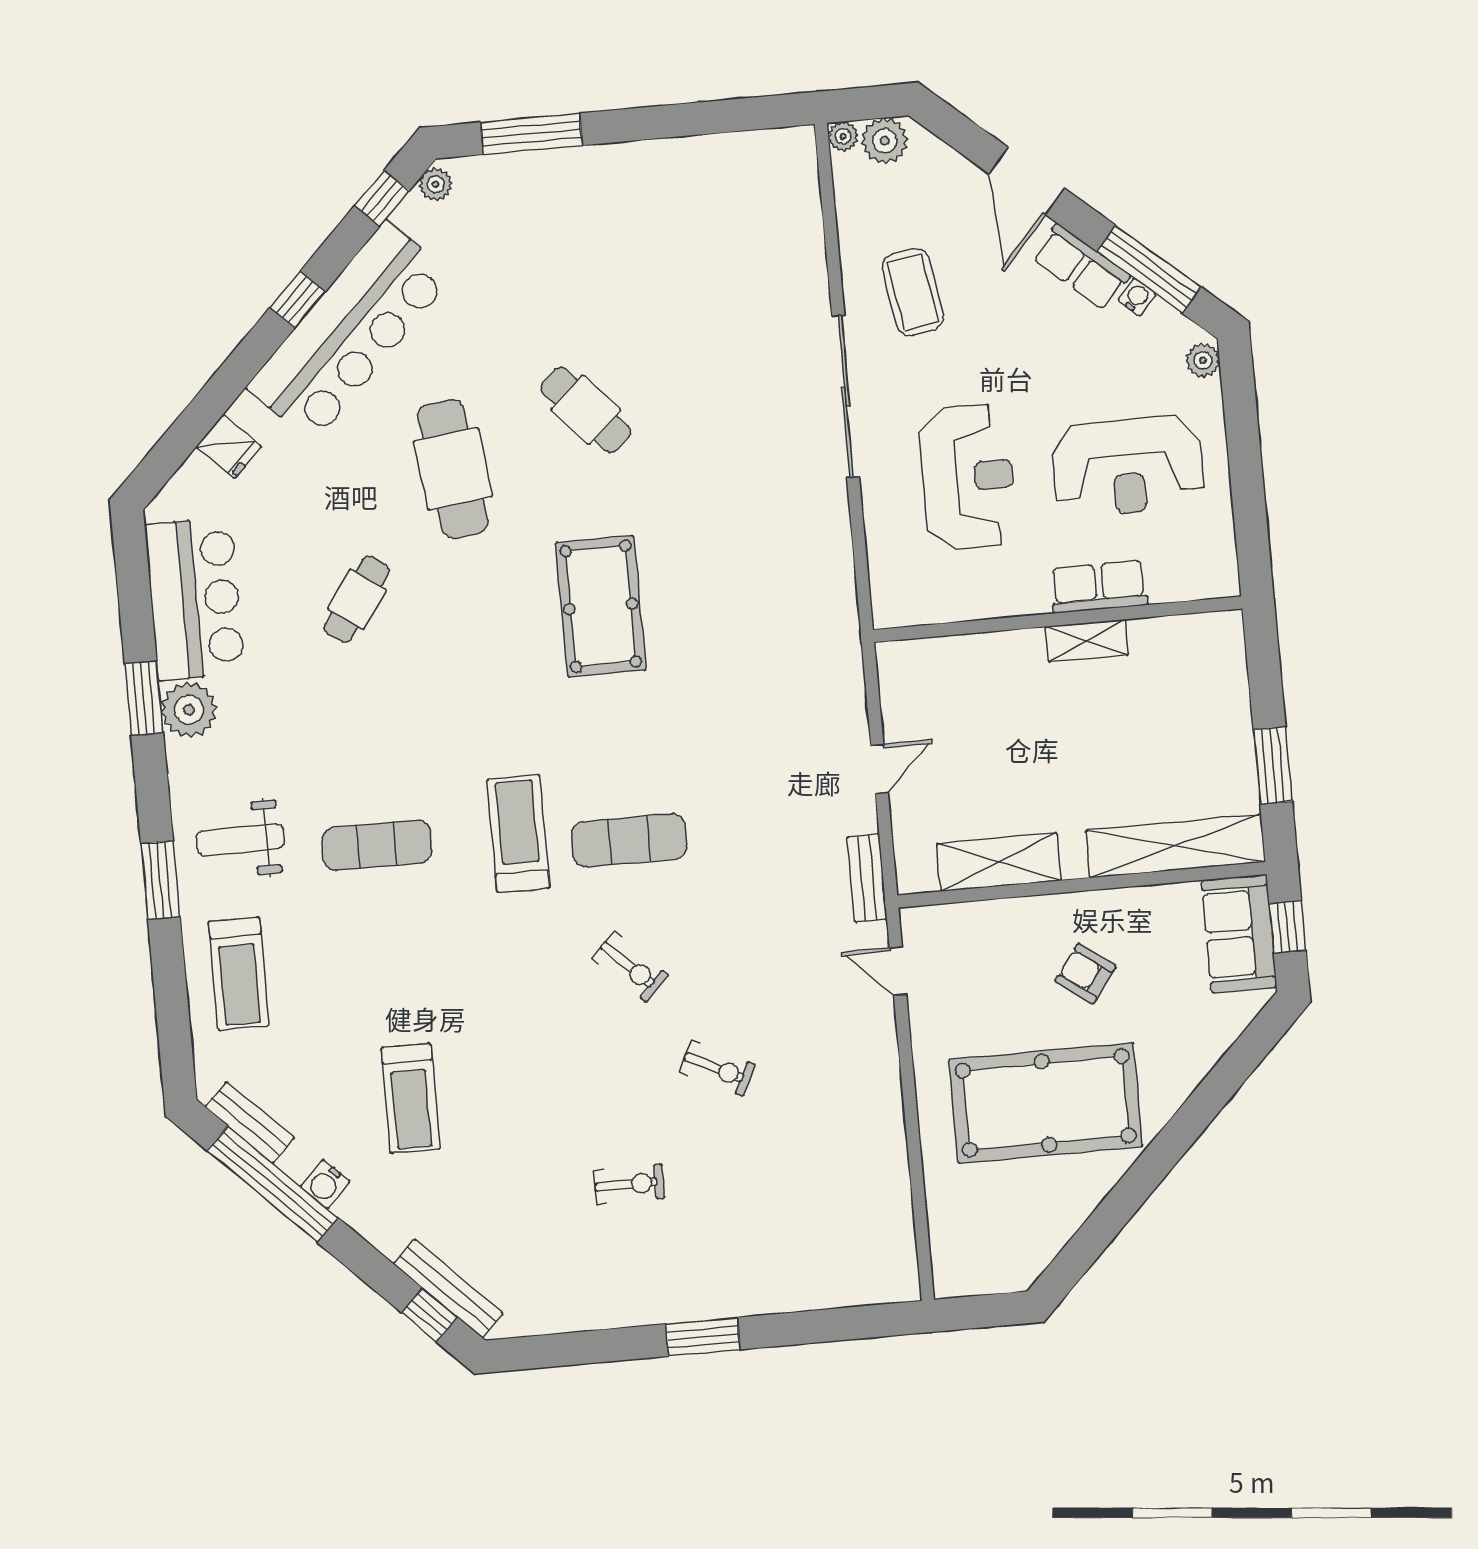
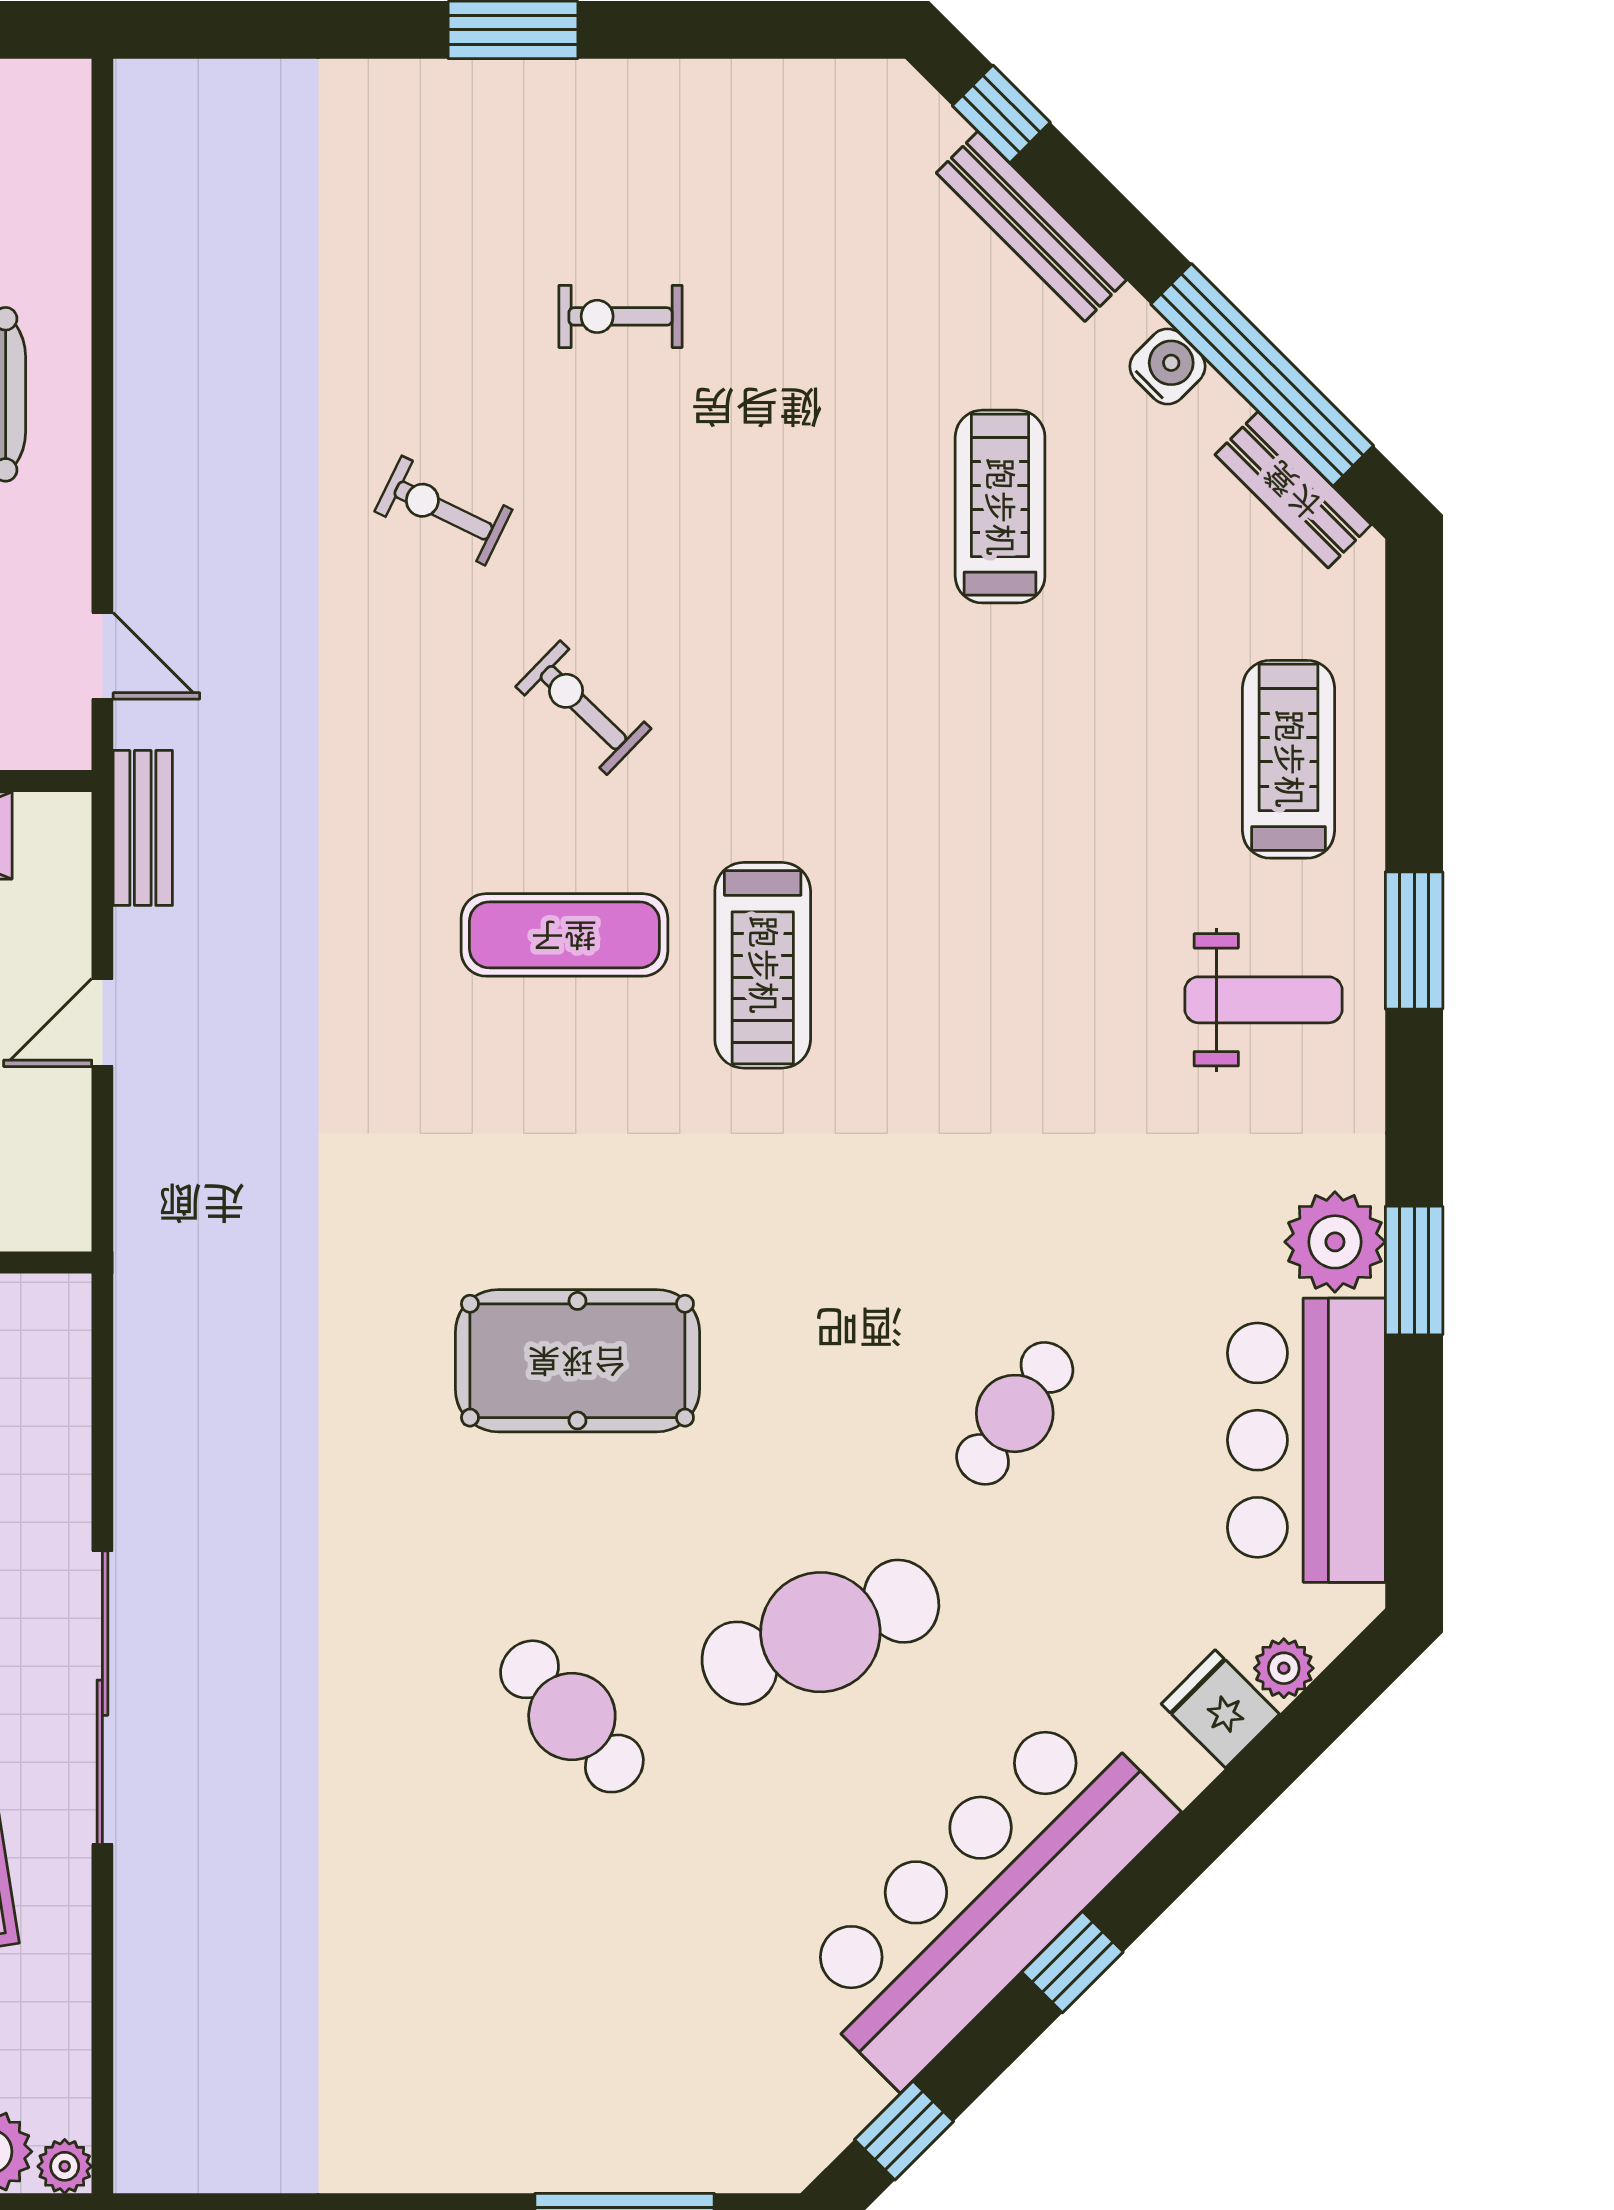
plant: (436, 184) -> (1284, 1668), moved
cafe table: (453, 469) -> (820, 1632), turned 76
pool table: (601, 606) -> (577, 1361), turned 90
exercise mat: (377, 845) -> (1019, 968), removed
bench: (448, 1289) -> (1031, 226), moved

